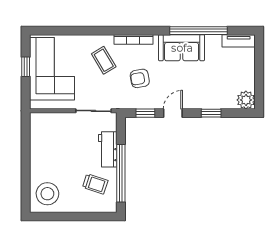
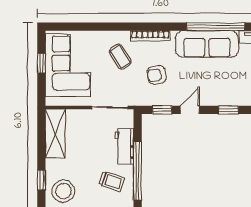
sofa: (182, 48) -> (207, 44), width x1.36
shelving: (39, 137) -> (55, 134), added
window: (26, 183) -> (41, 180), added

